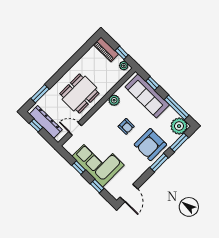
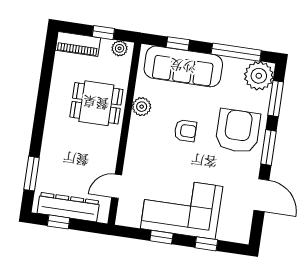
dining table: (79, 94) -> (96, 103), moved, width x0.73
armchair: (150, 145) -> (238, 131), turned 180
door: (129, 193) -> (261, 195), moved

